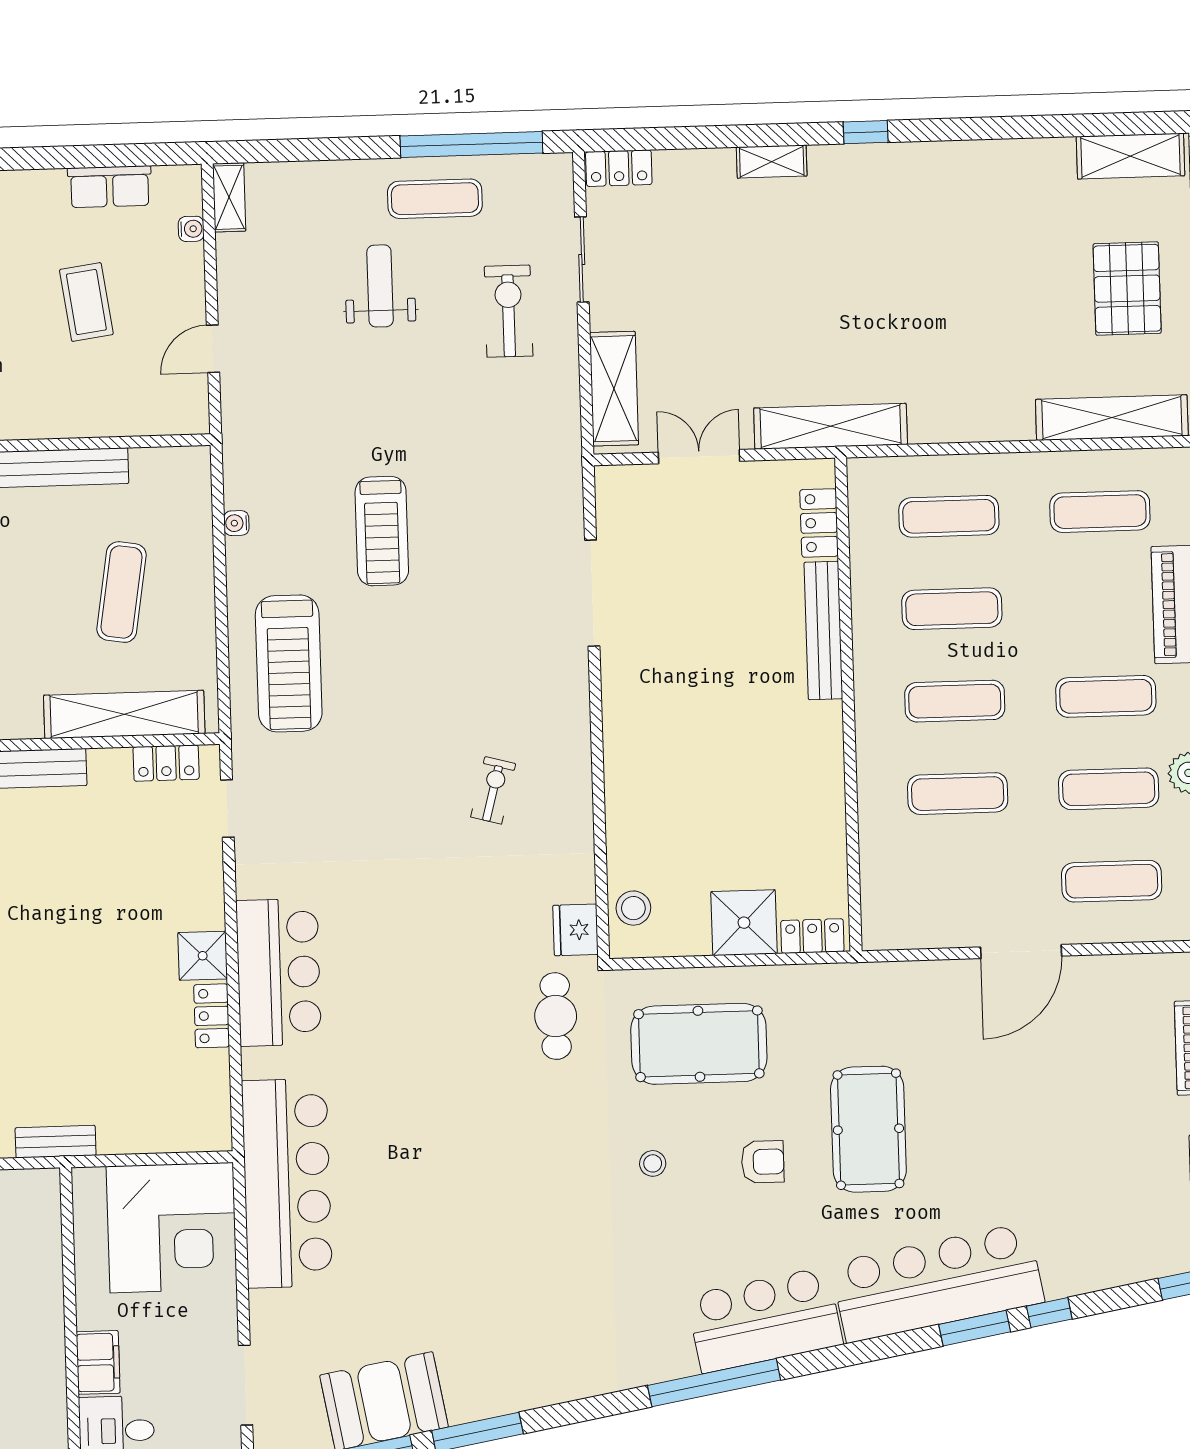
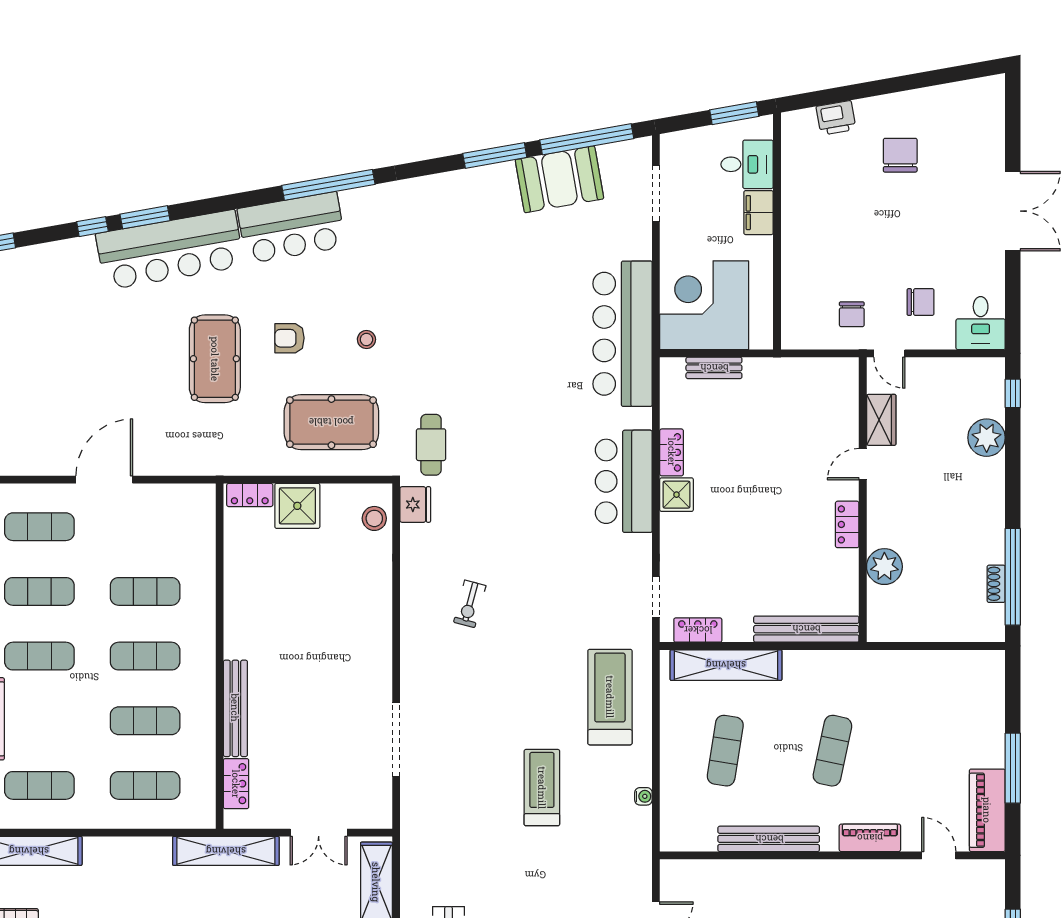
bench: (56, 1142) -> (714, 368), moved

